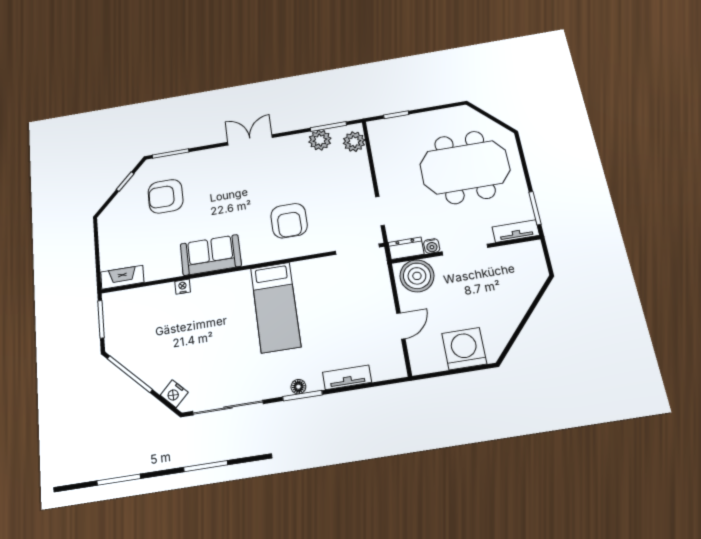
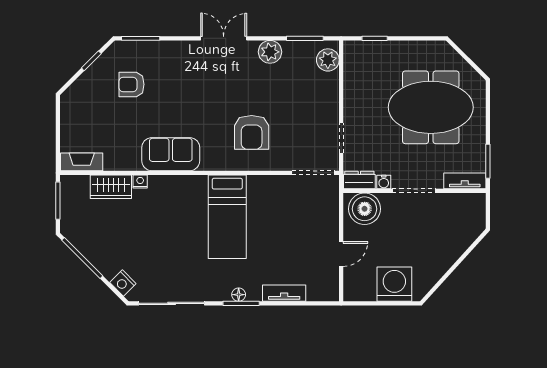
plant: (320, 140) -> (270, 52), moved
armchair: (166, 196) -> (131, 84), width x0.72, depth x0.72
wardrobe: (154, 297) -> (111, 187), added

